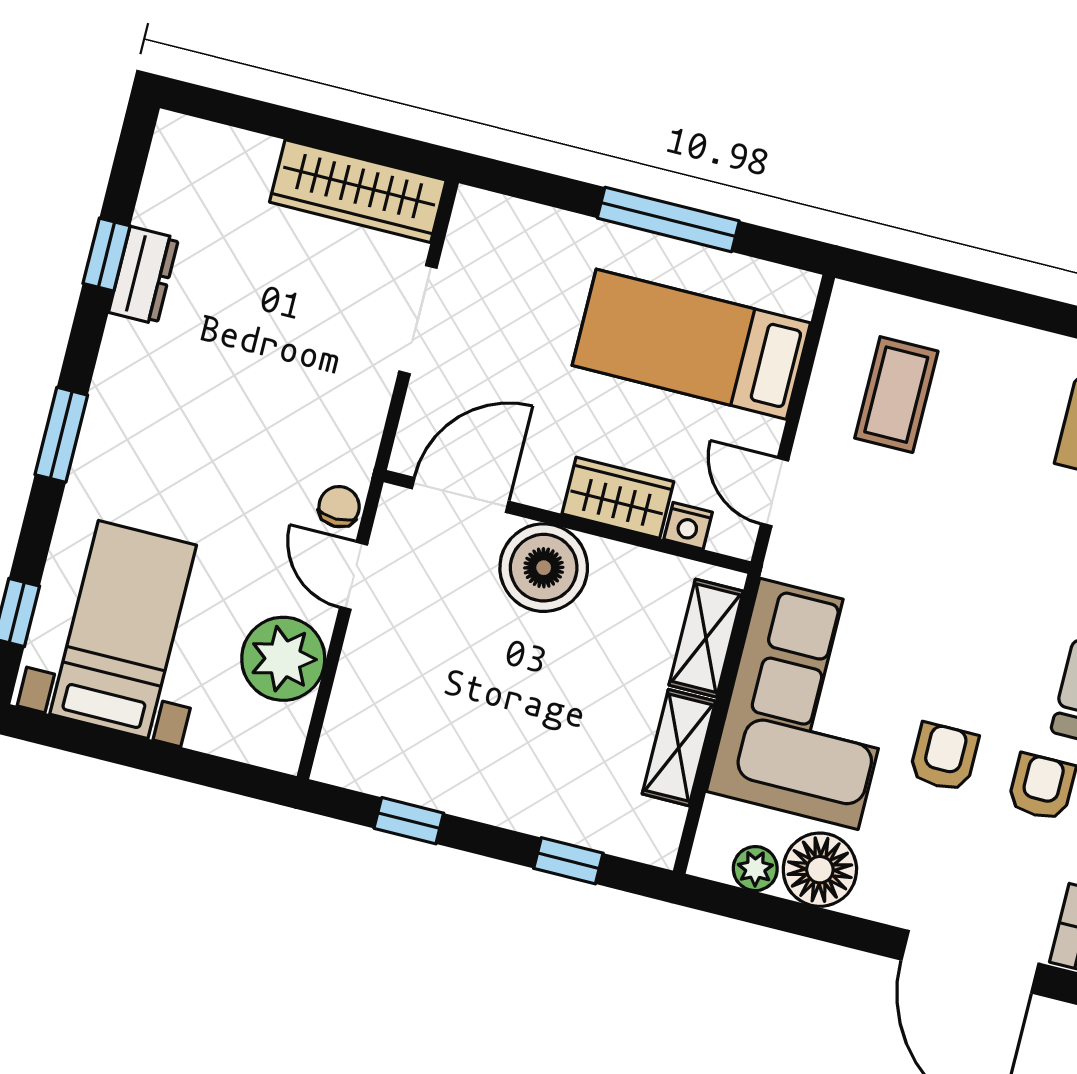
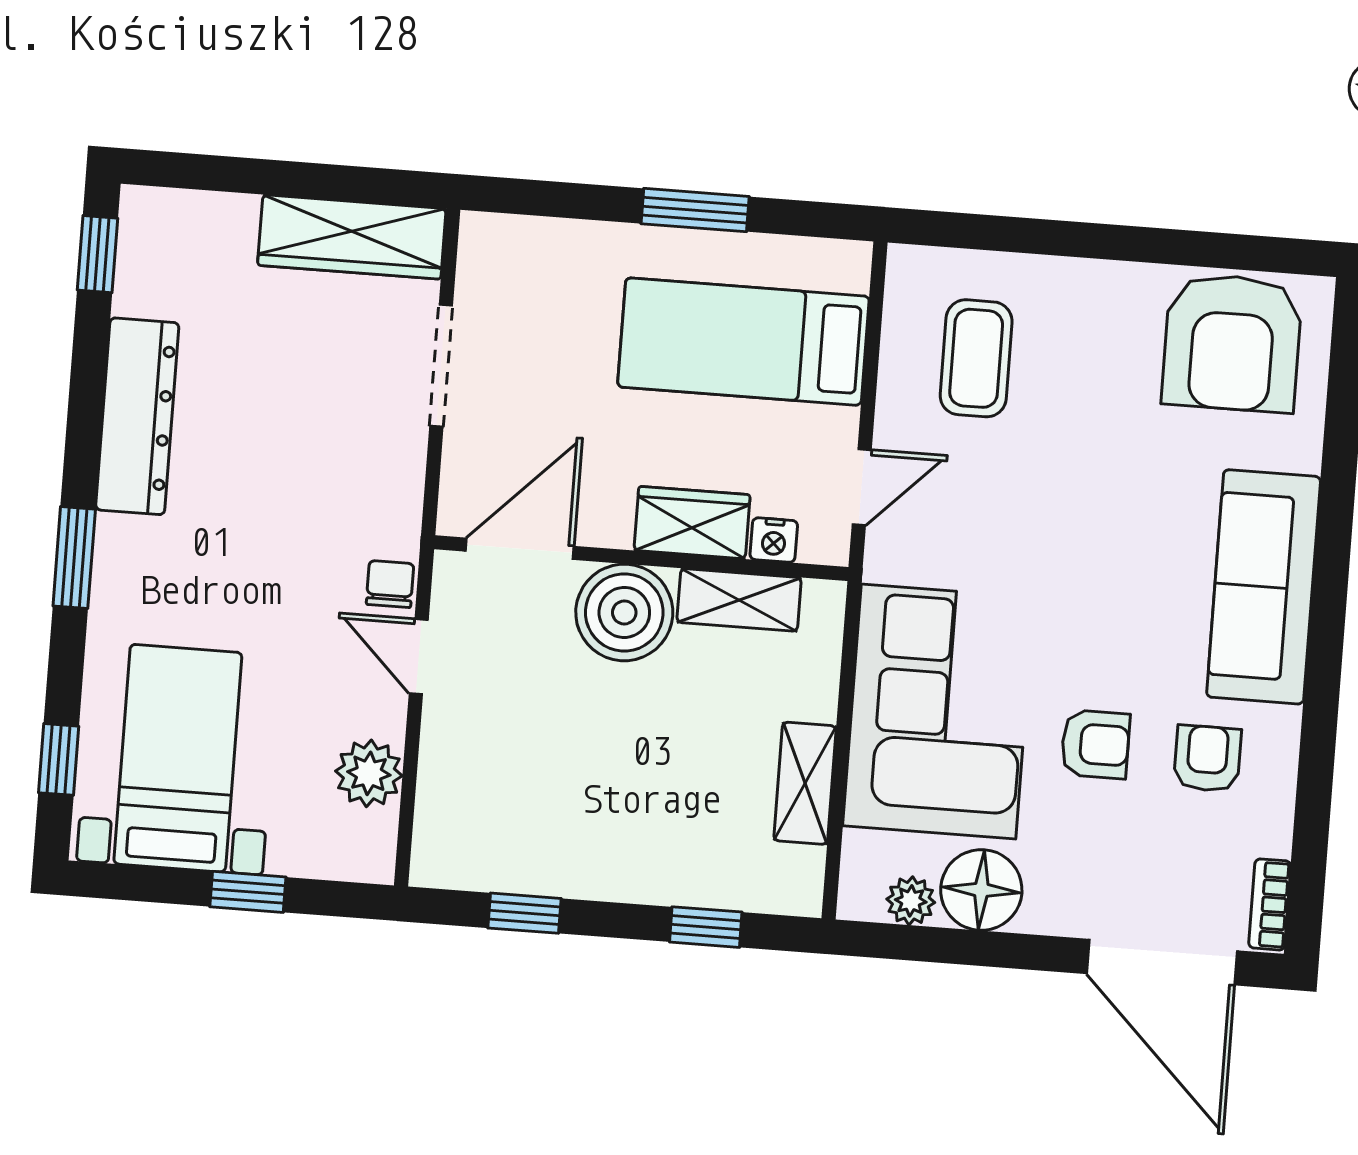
window: (668, 219) -> (695, 210), width x0.69
window: (107, 255) -> (98, 254), moved
dresser: (144, 275) -> (137, 416), width x1.96, depth x1.24
door: (775, 492) -> (862, 487), swing flipped
shelving: (706, 638) -> (739, 600), moved, turned 90
plant: (283, 659) -> (369, 773), width x0.73, depth x0.73
armchair: (944, 757) -> (1095, 744), turned 90
window: (165, 760) -> (248, 892), added

